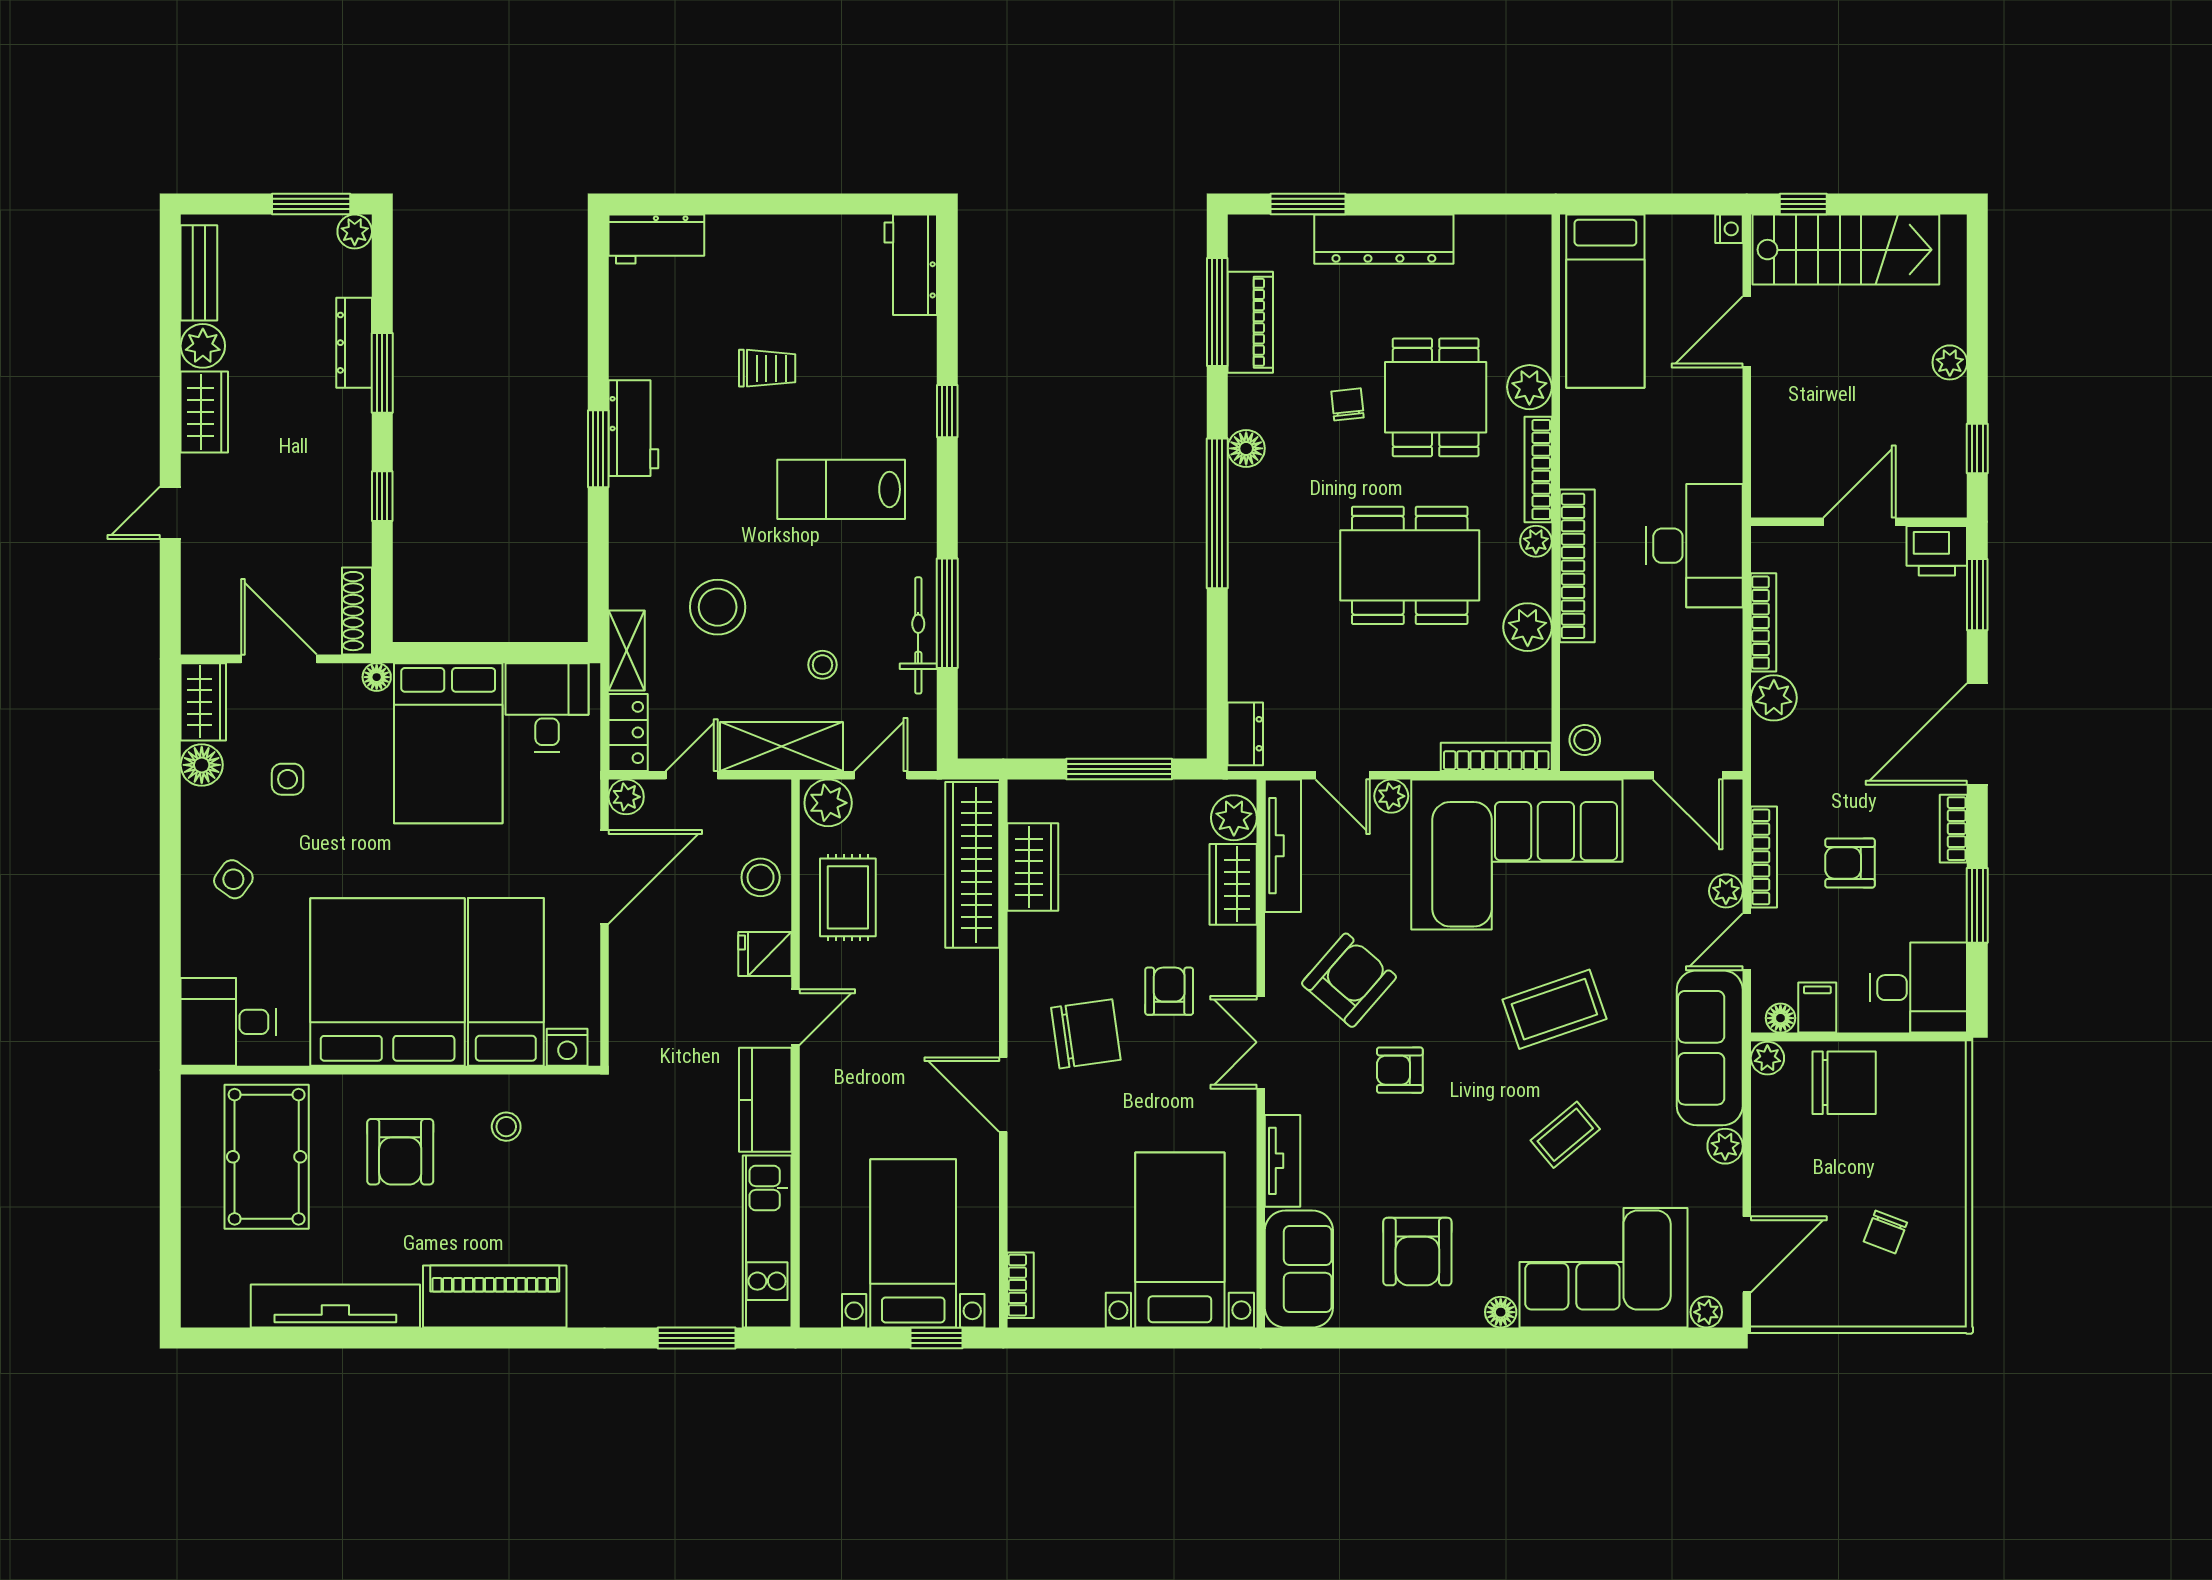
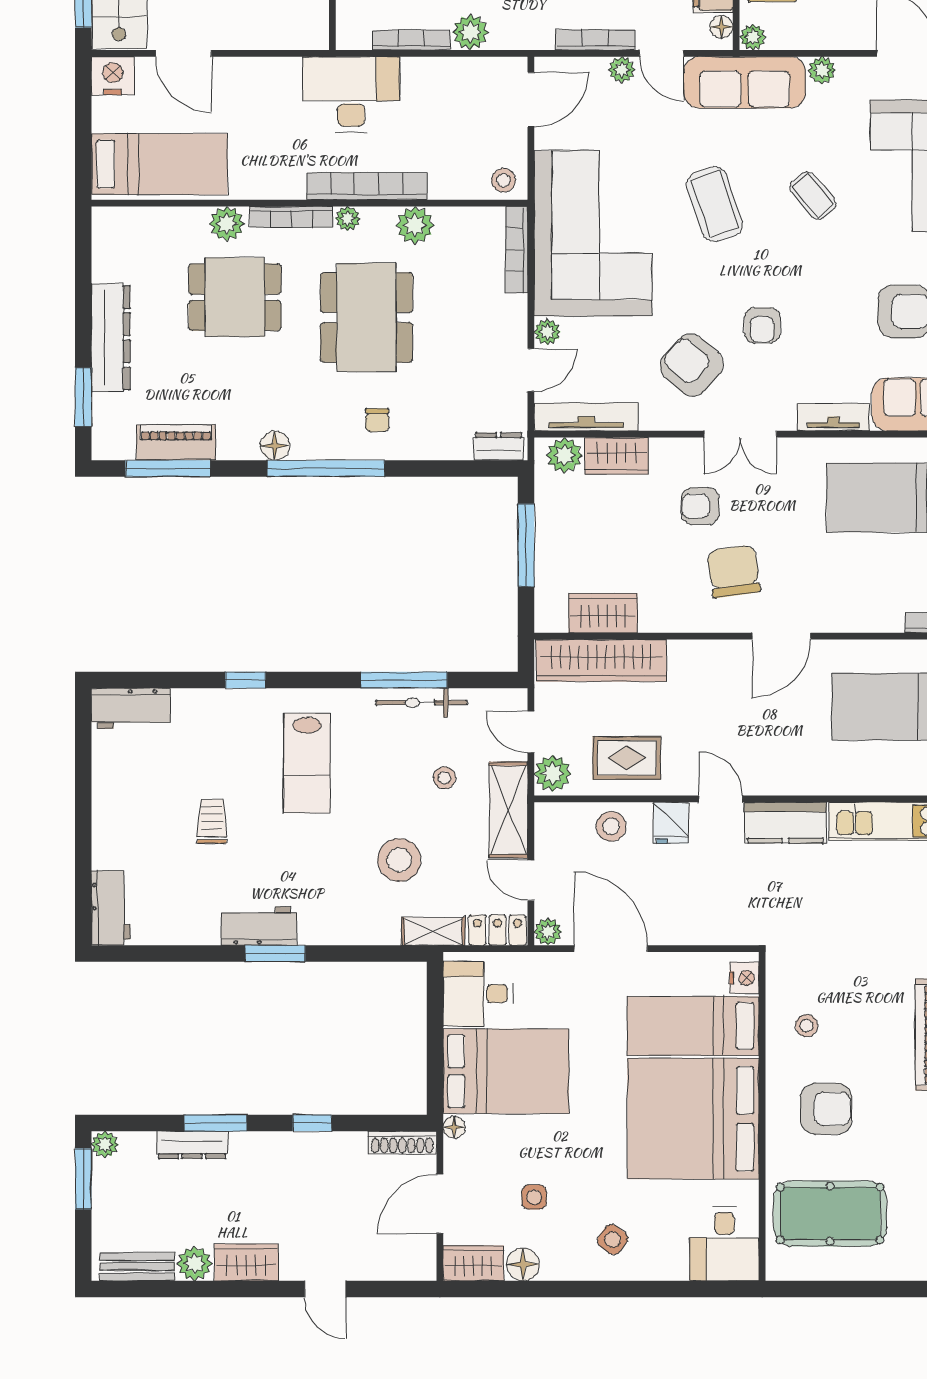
nightstand: (1729, 229) -> (113, 76), width x1.89, depth x1.79
chair: (1347, 404) -> (377, 420), moved, turned -84

